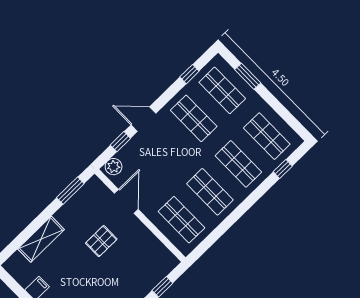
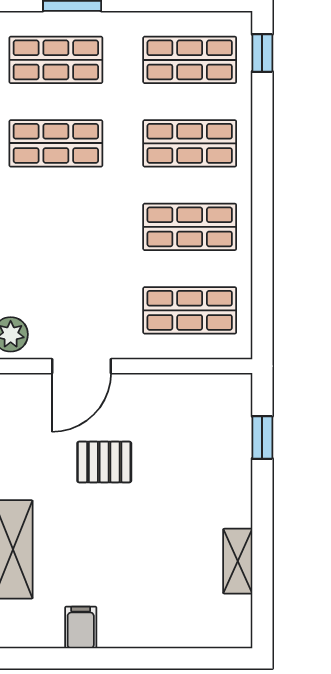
window: (283, 169) -> (262, 53), moved
door: (126, 201) -> (81, 366), swing flipped
pallet: (101, 241) -> (104, 462), turned 90

